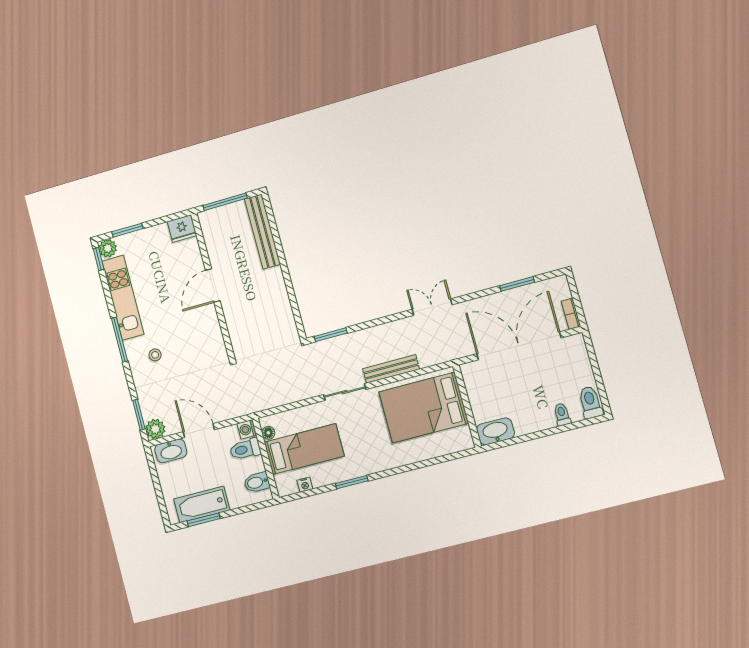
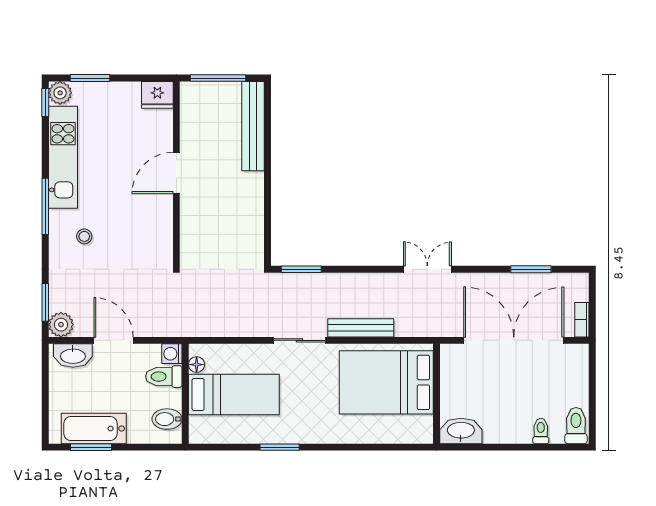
nightstand: (305, 485) -> (224, 436), removed

